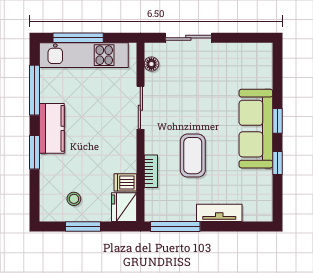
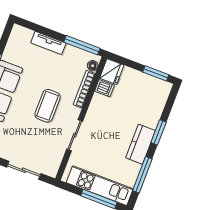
floor lamp: (151, 64) -> (93, 66), moved
coffee table: (193, 156) -> (48, 106), moved
bookcase: (151, 171) -> (84, 89), width x1.56
stool: (74, 199) -> (144, 90), removed
window: (83, 226) -> (156, 73), moved

